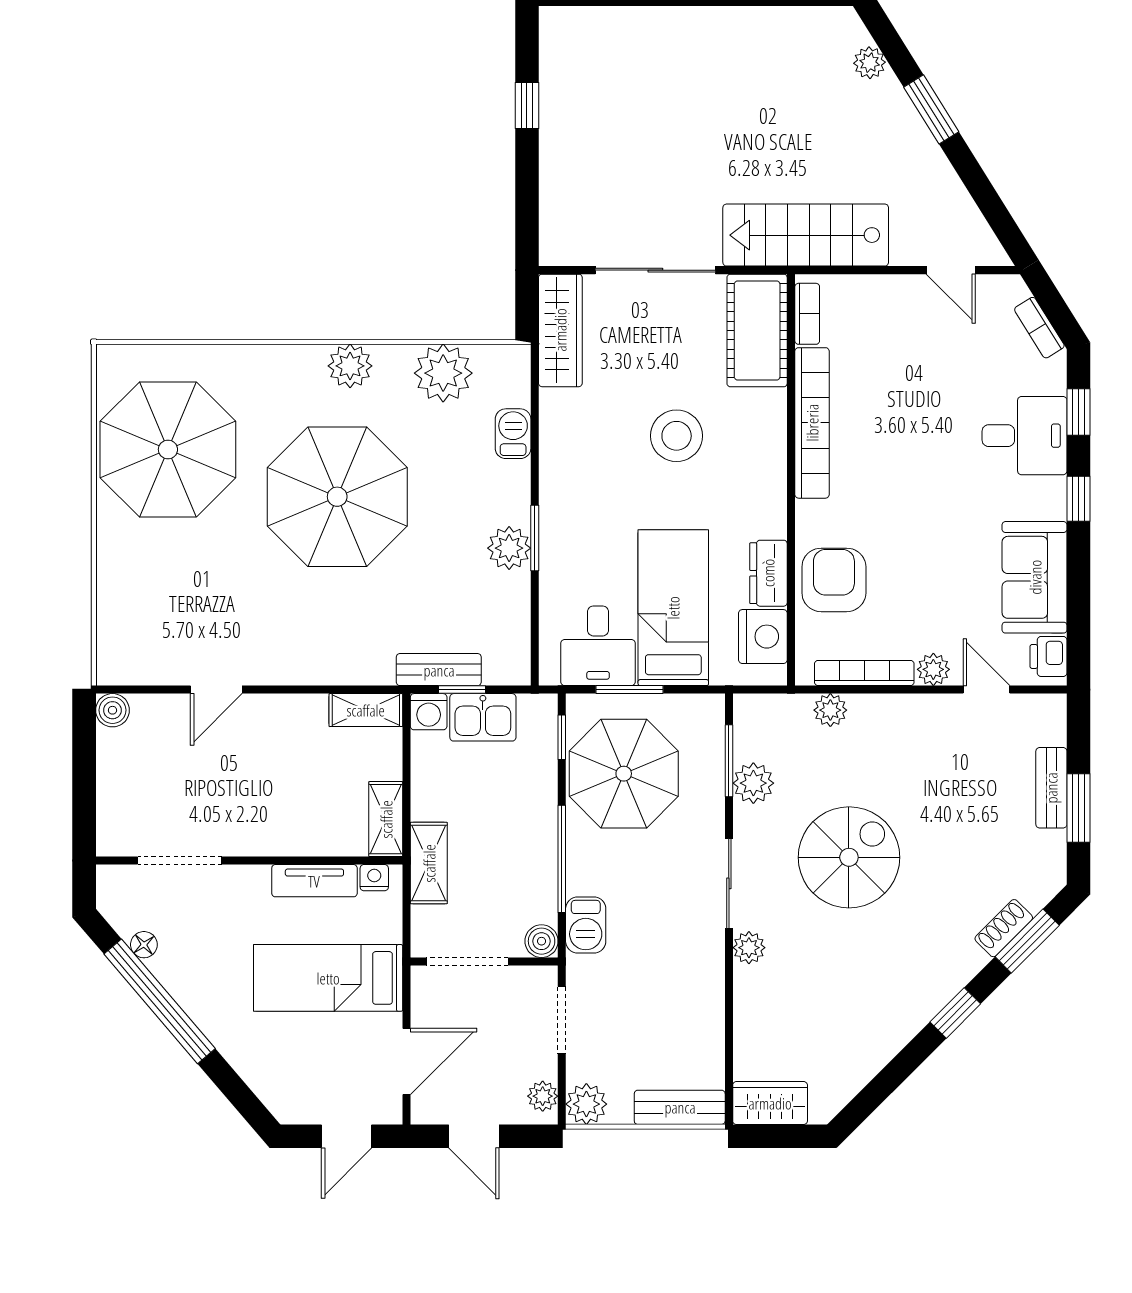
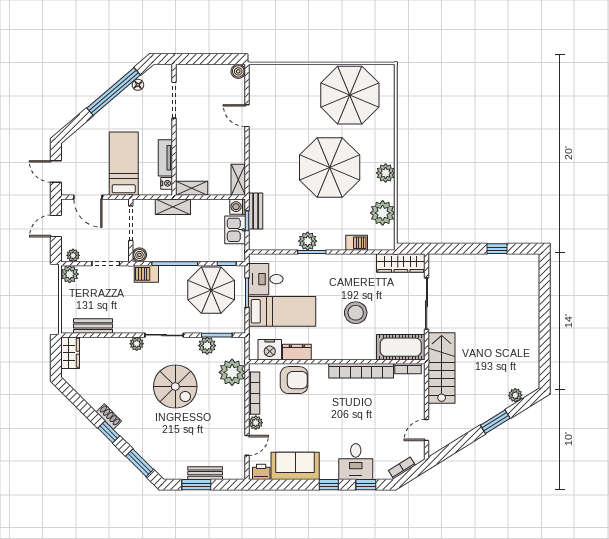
plant: (830, 710) -> (232, 372), width x1.88, depth x1.88
shoe rack: (1004, 928) -> (109, 417), moved
bench: (680, 1107) -> (93, 326), moved, turned 90

